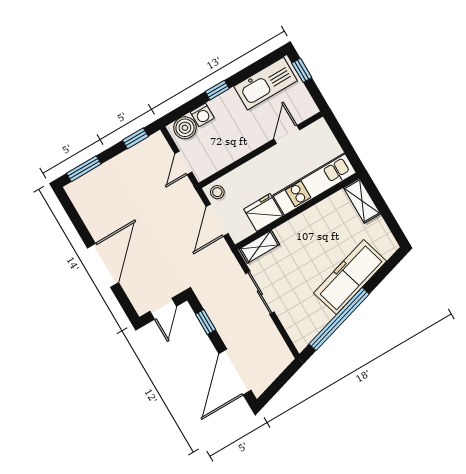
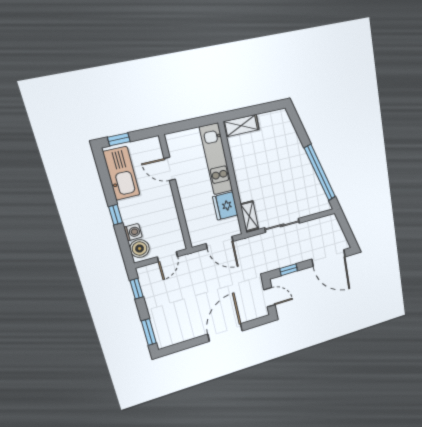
door: (183, 163) -> (167, 257), hinge flipped
stool: (217, 192) -> (198, 237), removed
door: (103, 265) -> (225, 332), hinge flipped
freezer: (350, 277) -> (294, 155), removed

